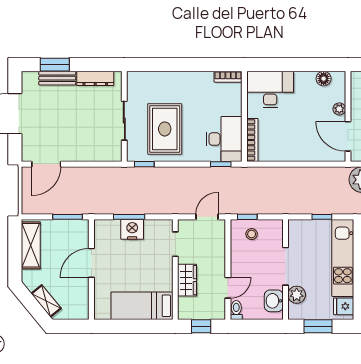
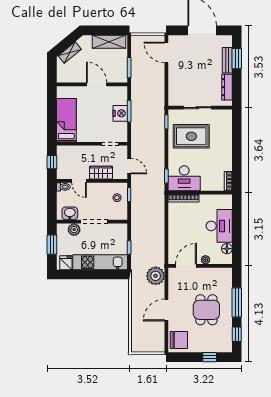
desk: (270, 90) -> (219, 226), moved
wardrobe: (187, 280) -> (101, 173), moved, turned 180

